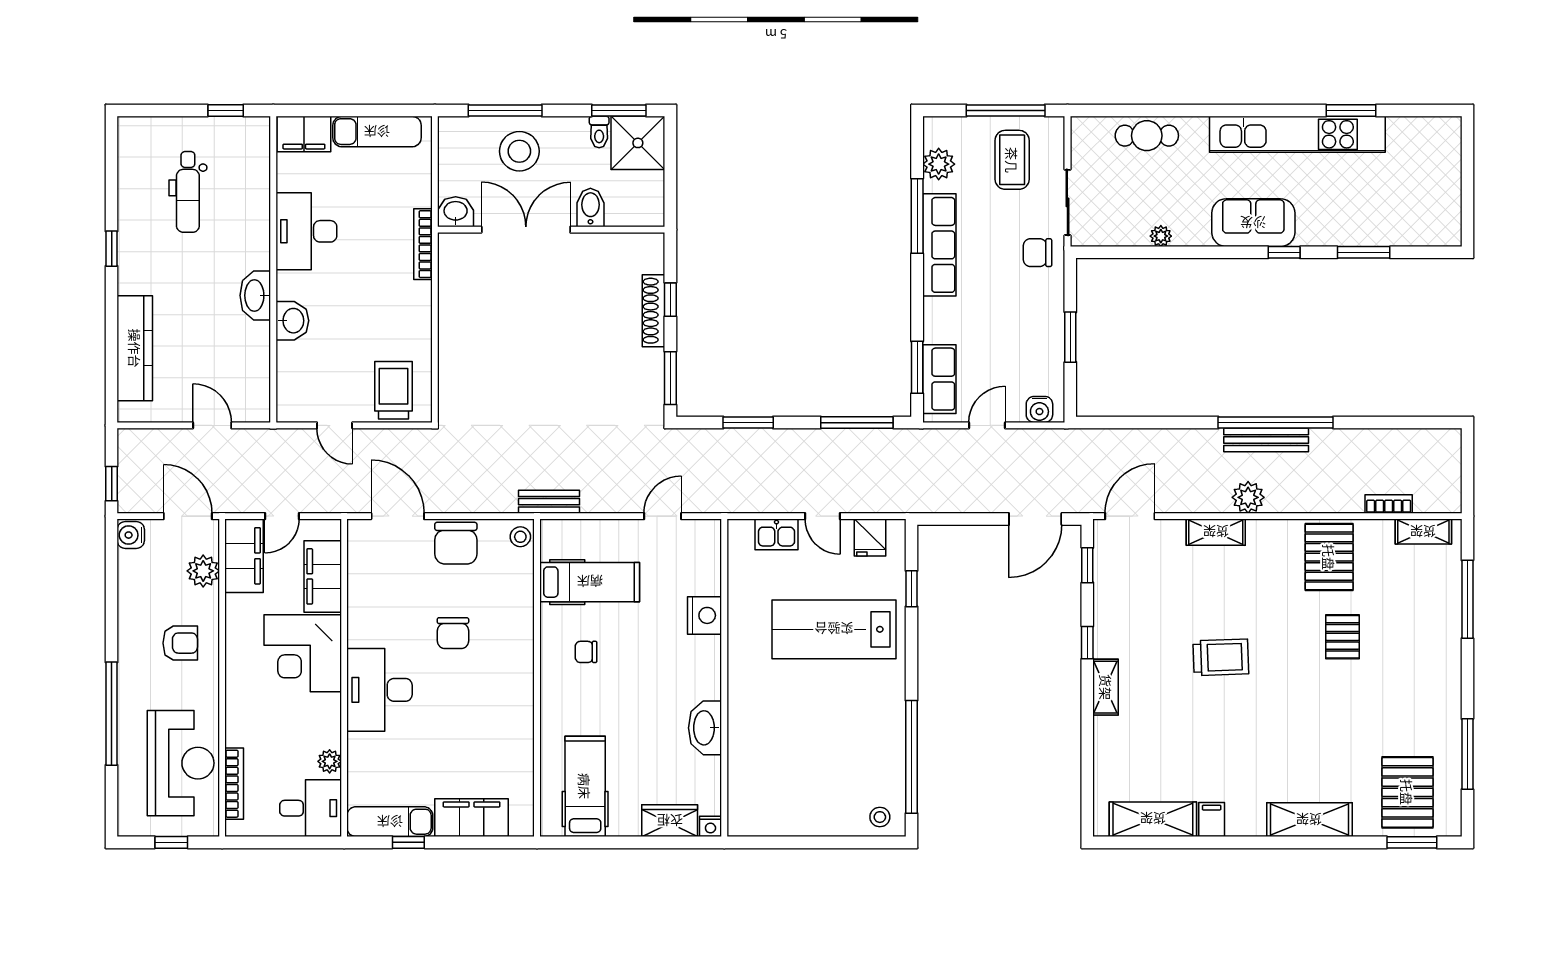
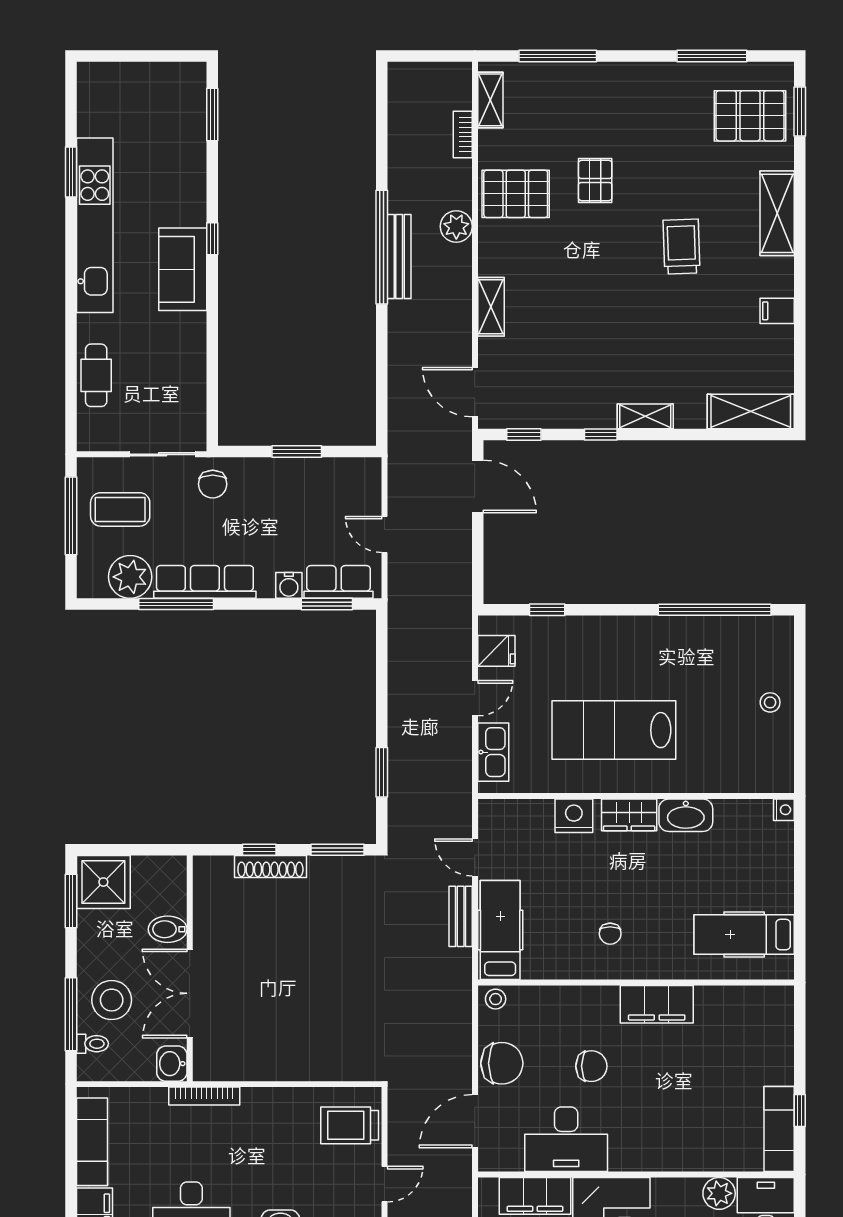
toilet: (599, 132) -> (93, 1044), moved
plant: (939, 164) -> (130, 577), width x1.36, depth x1.36
plant: (1161, 236) -> (196, 361), removed
window: (1364, 252) -> (212, 115), moved
water cooler: (1039, 409) -> (289, 585), moved, turned 90
window: (857, 423) -> (382, 664), removed
plant: (1248, 497) -> (456, 226), moved
bench: (549, 502) -> (461, 916), moved
kitchen sink: (776, 534) -> (493, 752), width x1.38
hospital bed: (590, 582) -> (500, 930), moved
lab bench: (834, 629) -> (614, 730), moved, turned 90
pallet: (1342, 637) -> (595, 181), turned 90
trolley: (1221, 657) -> (681, 247), moved
desk: (380, 690) -> (566, 1139), moved
plant: (330, 761) -> (719, 1193), width x1.38, depth x1.38
stool: (880, 817) -> (770, 702), moved
filing cabinet: (472, 818) -> (657, 1004), moved, turned -90
shelving: (1153, 819) -> (751, 412), moved, turned 90
wardrobe: (670, 821) -> (629, 815), moved, turned -90

